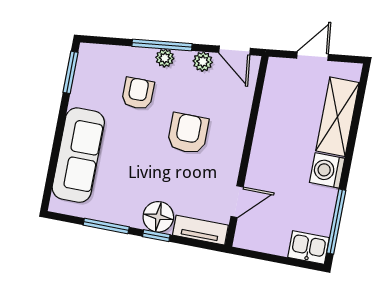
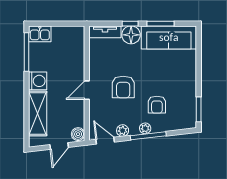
boiler: (277, 70) -> (78, 134), added
sofa: (78, 155) -> (169, 37), moved, turned -90
door: (237, 202) -> (87, 90), moved

